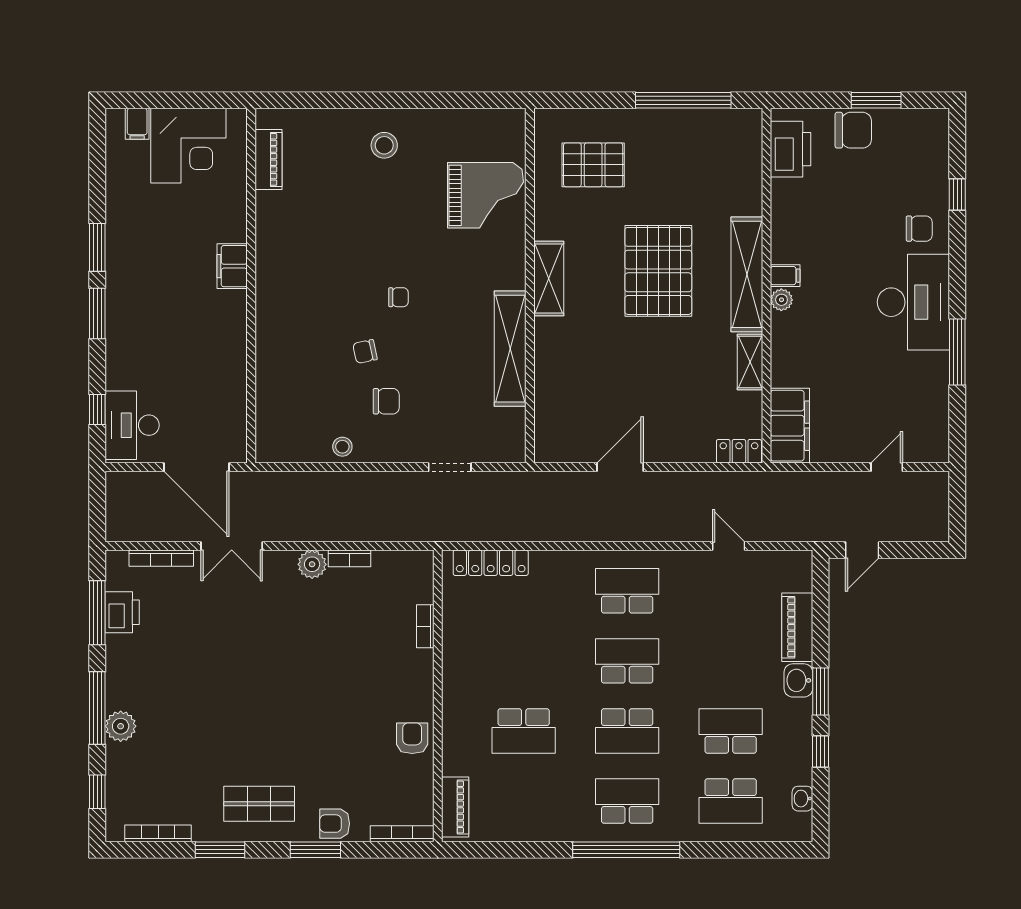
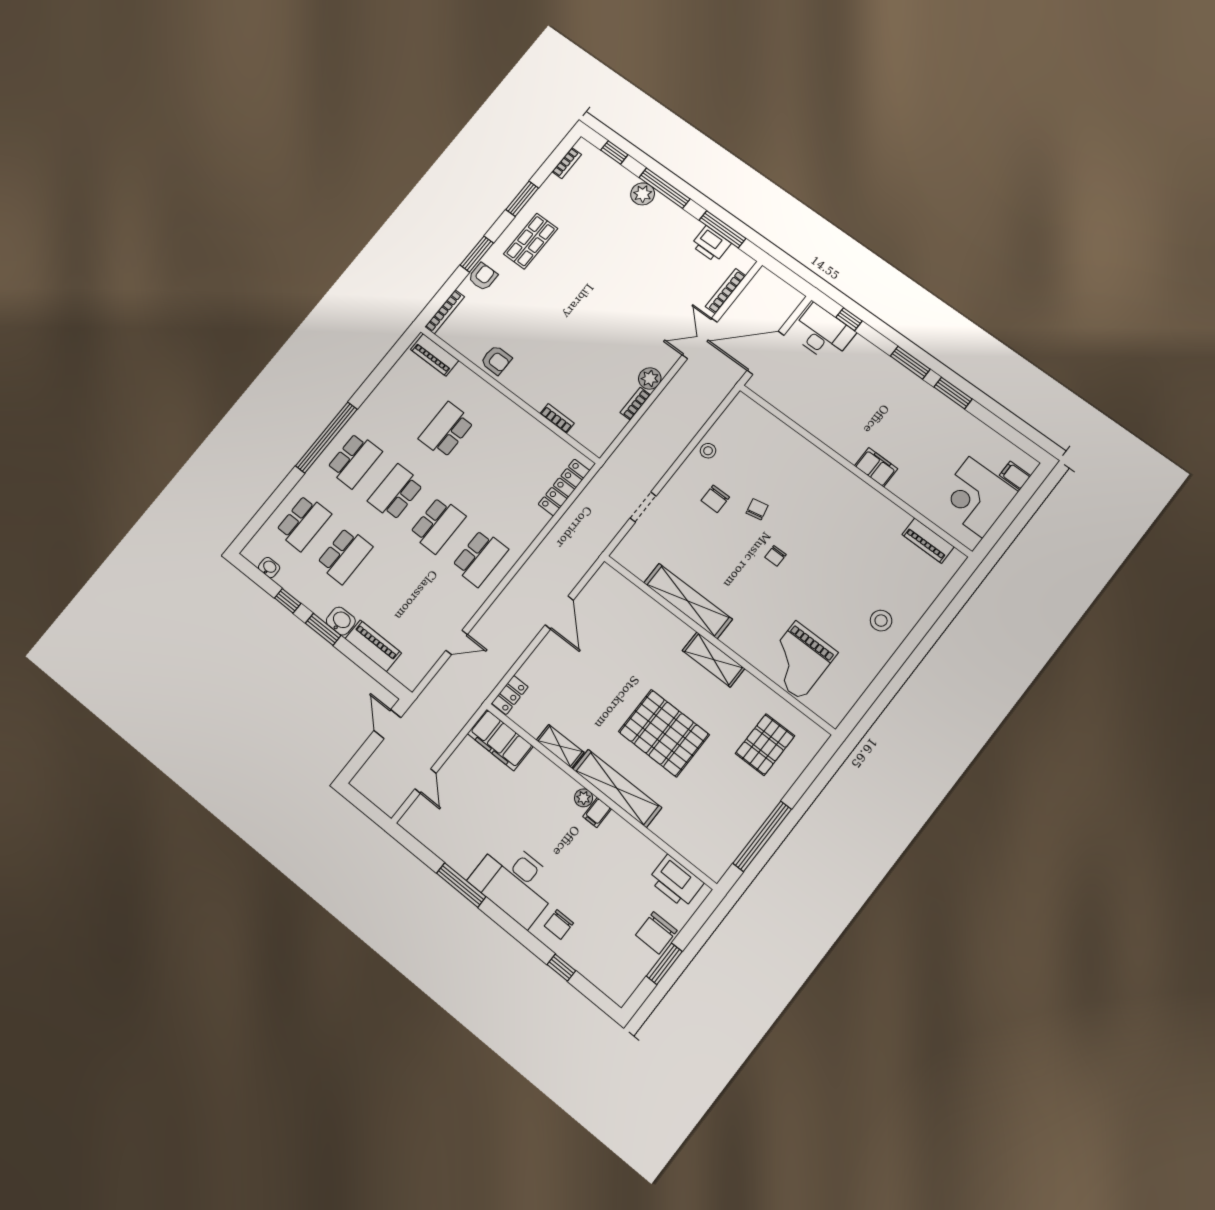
school desk: (731, 801) -> (303, 523), turned 180
bookcase: (158, 833) -> (567, 163), width x0.64

